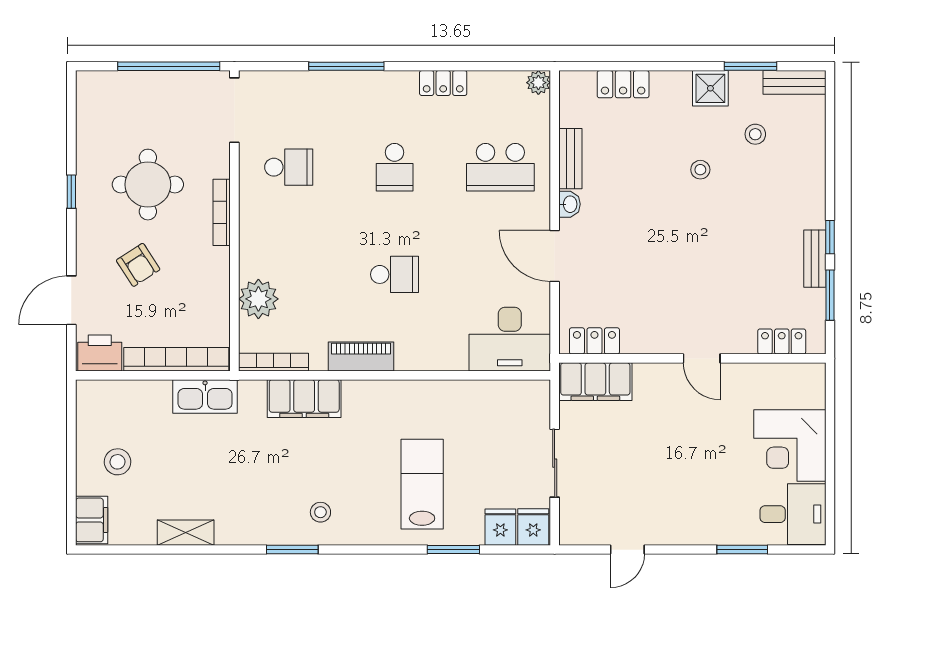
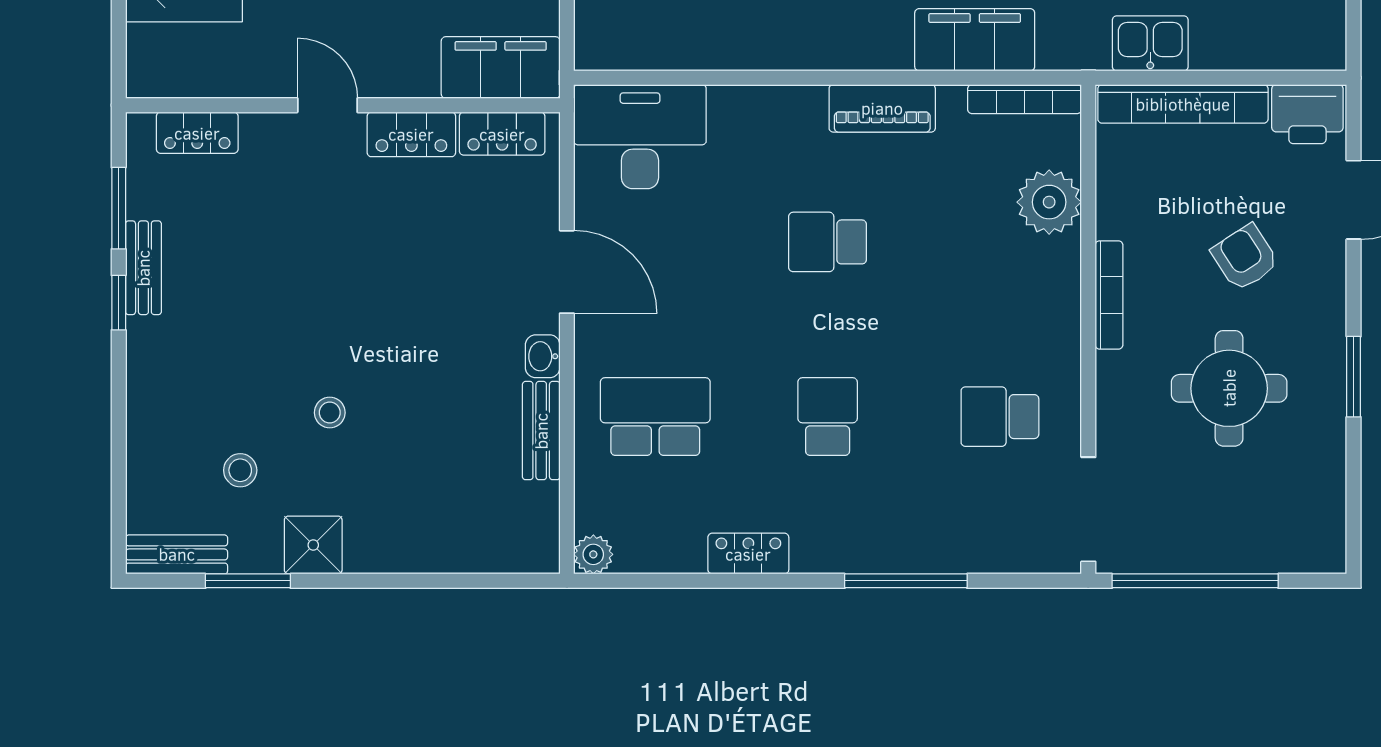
locker: (623, 84) -> (411, 134), moved, turned 180
window: (71, 192) -> (1354, 377), width x1.50
bookcase: (222, 212) -> (1109, 295), moved
kitchen sink: (205, 396) -> (1150, 43), width x0.73

